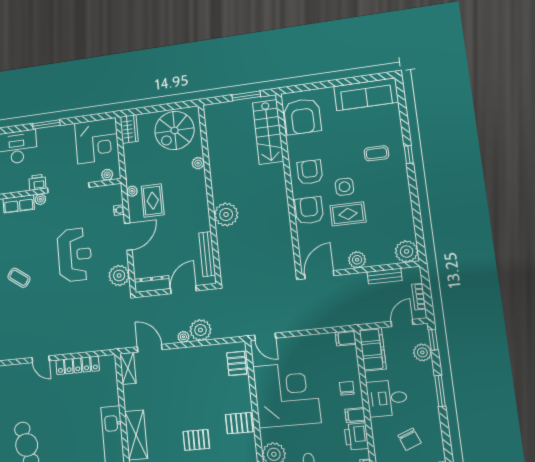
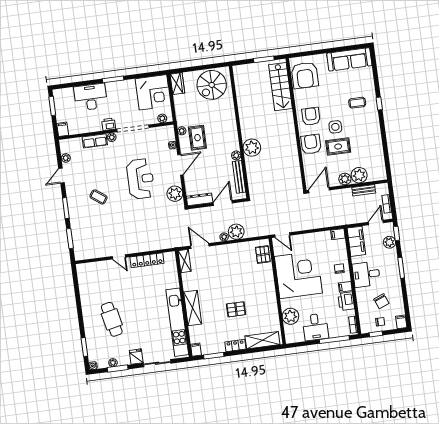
plant: (198, 163) -> (236, 155), moved
plant: (407, 251) -> (359, 175), moved
pallet: (239, 423) -> (266, 296), removed

